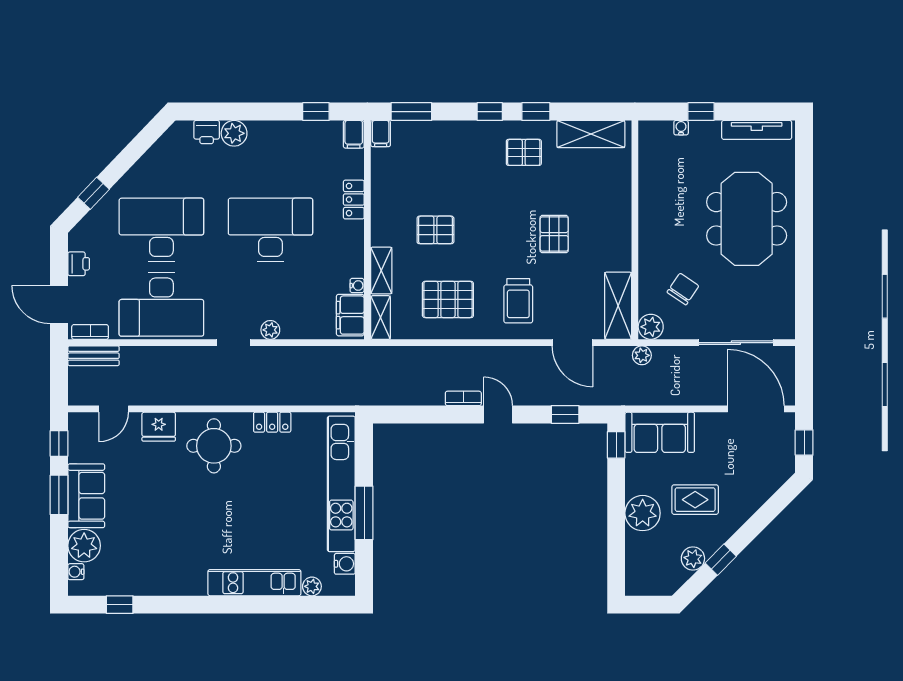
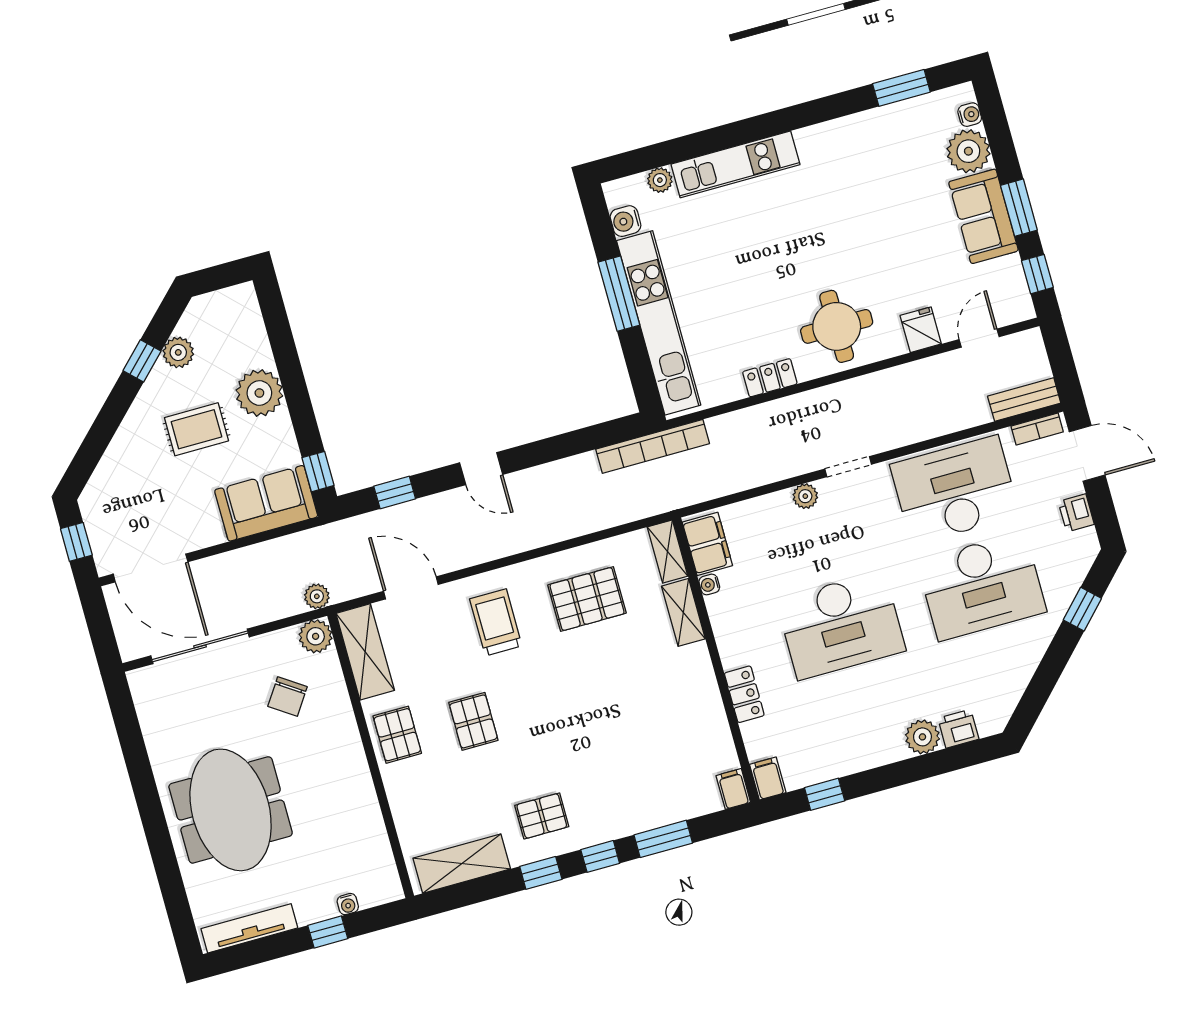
window: (411, 112) -> (663, 839), moved
pallet: (435, 230) -> (397, 735), moved, turned 90
bookcase: (463, 398) -> (653, 446), moved, width x2.31, depth x1.31
fridge: (159, 427) -> (921, 330), width x0.72
window: (120, 605) -> (901, 88), width x1.50

